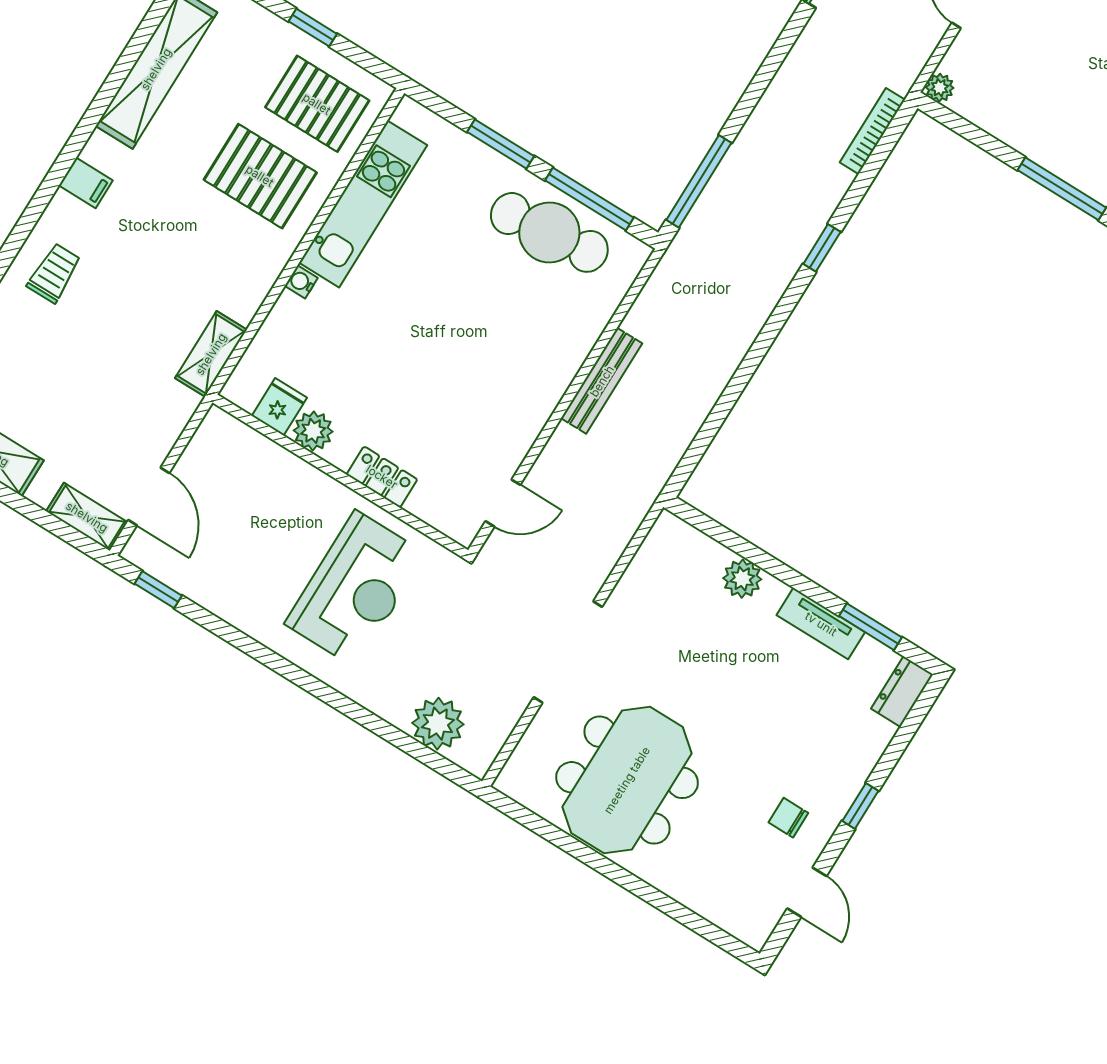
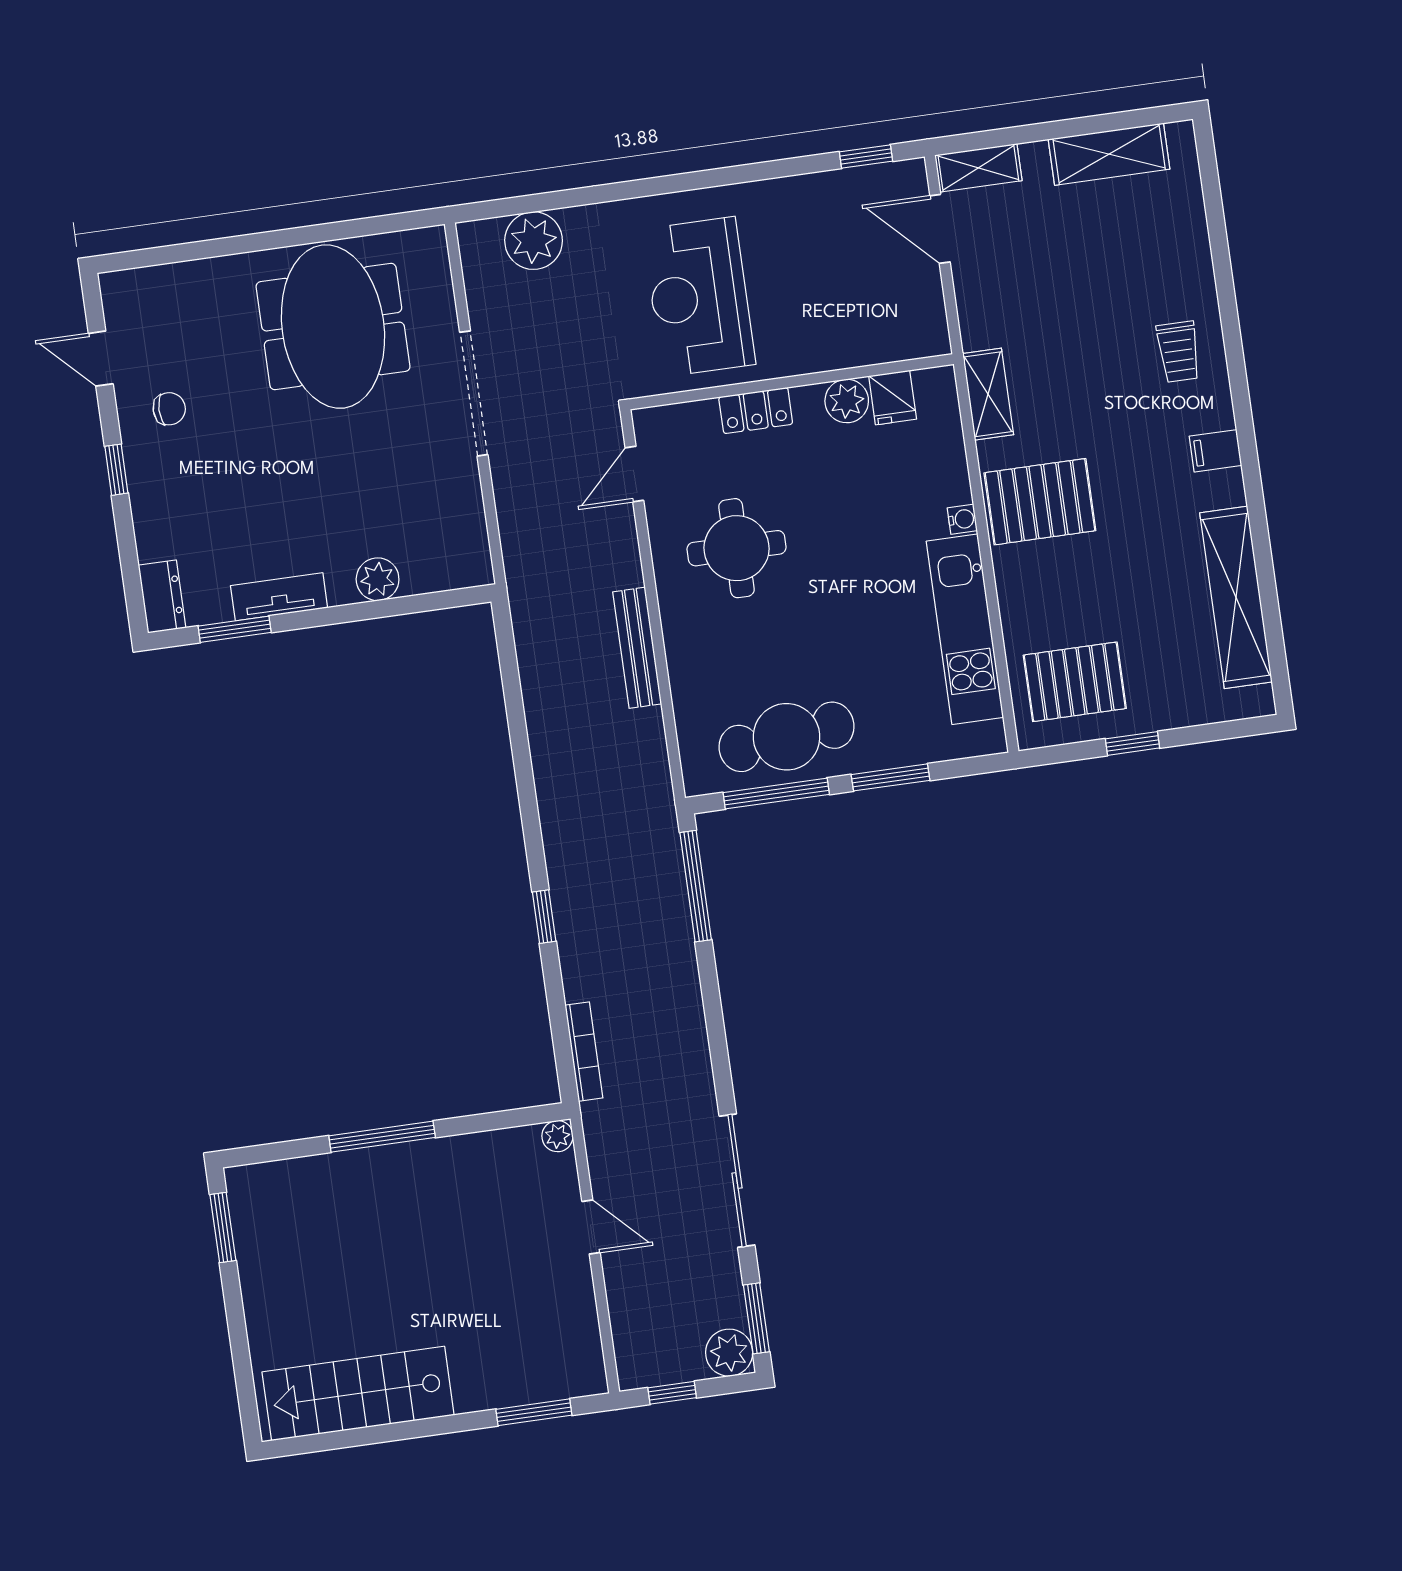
pallet: (260, 176) -> (1040, 502), moved
round table: (475, 392) -> (737, 548), added

